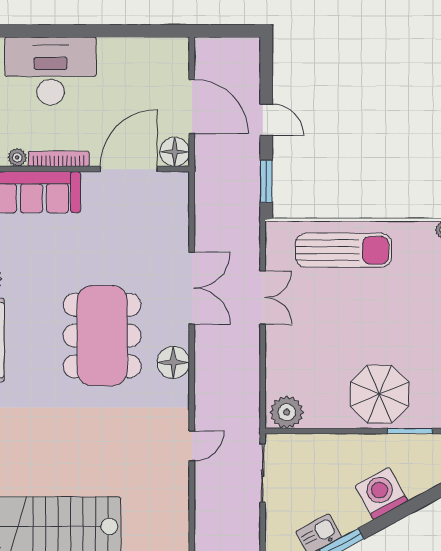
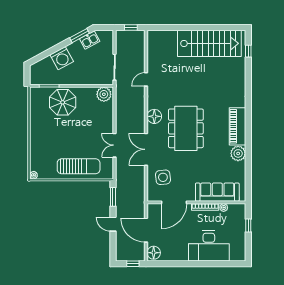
window: (221, 31) -> (133, 264), added
floor lamp: (175, 152) -> (154, 253), moved
side table: (154, 225) -> (163, 177), added
sun lounger: (344, 250) -> (79, 166), turned 180

